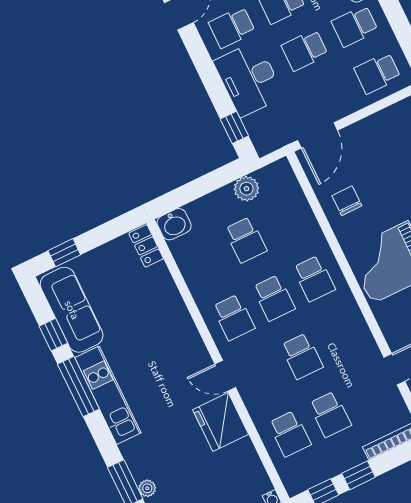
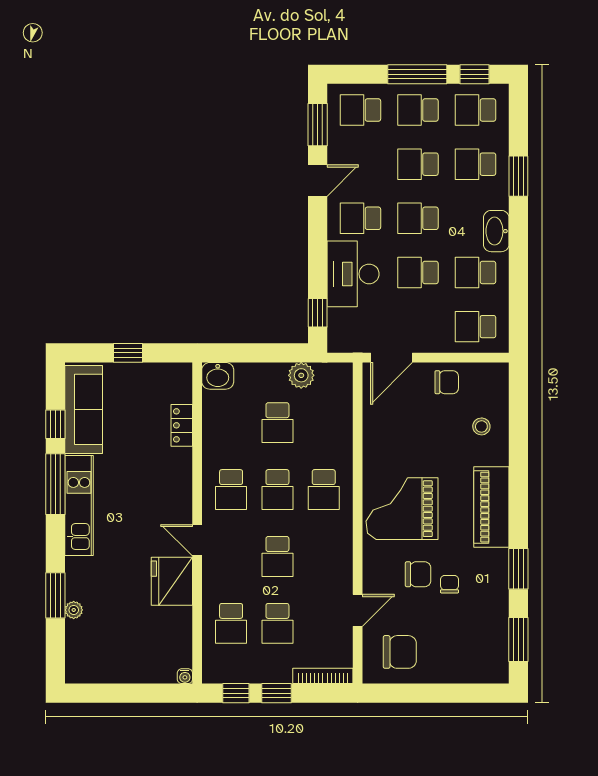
chair: (347, 201) -> (447, 382), moved, turned 90
locker: (146, 246) -> (182, 425), moved
window: (64, 253) -> (128, 353), moved

